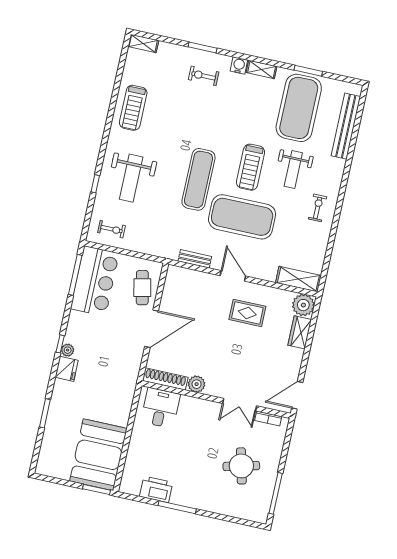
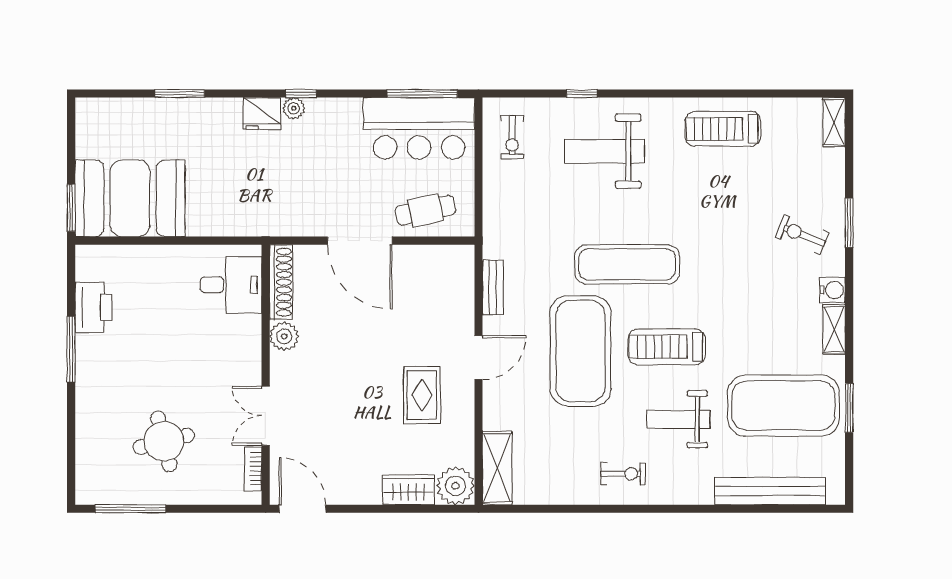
exercise bike: (204, 76) -> (802, 235), turned -68

